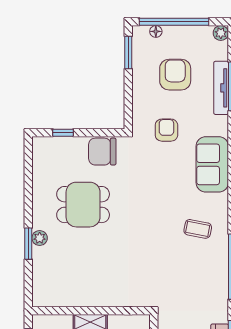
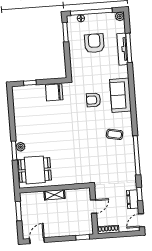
armchair: (166, 130) -> (93, 100), moved, turned -90
dining table: (83, 205) -> (35, 170), moved

